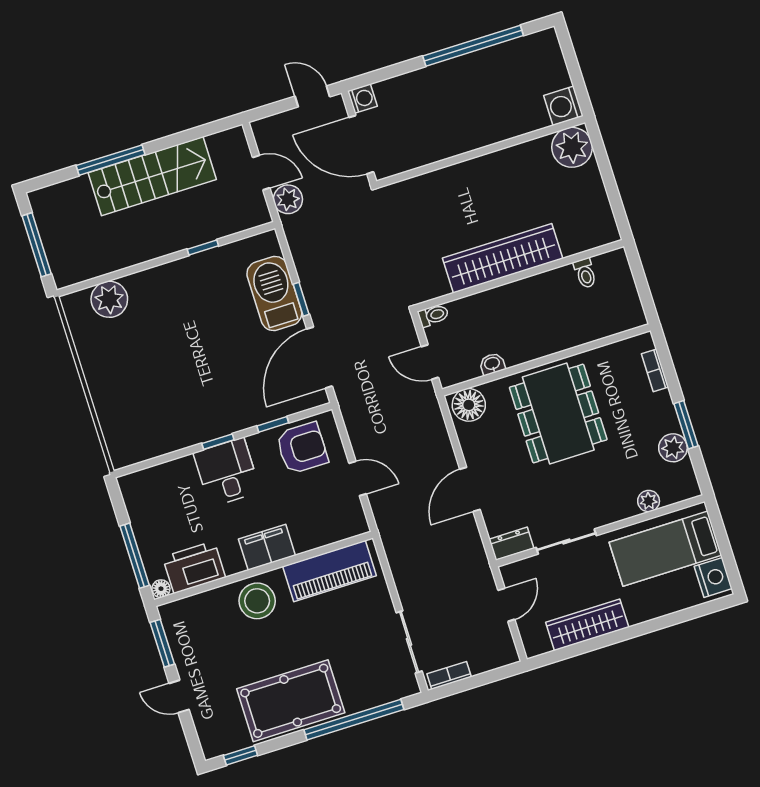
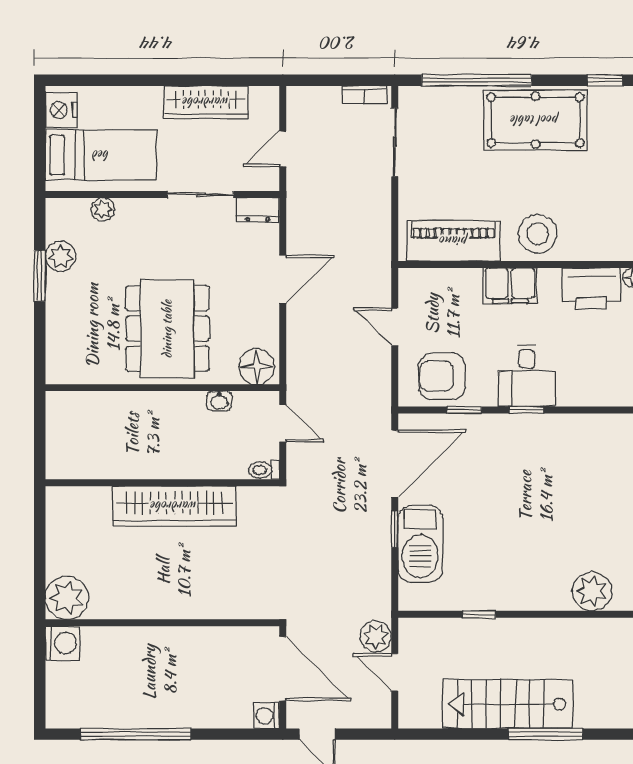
toilet: (585, 273) -> (94, 464), removed
bookcase: (655, 370) -> (54, 342), removed

